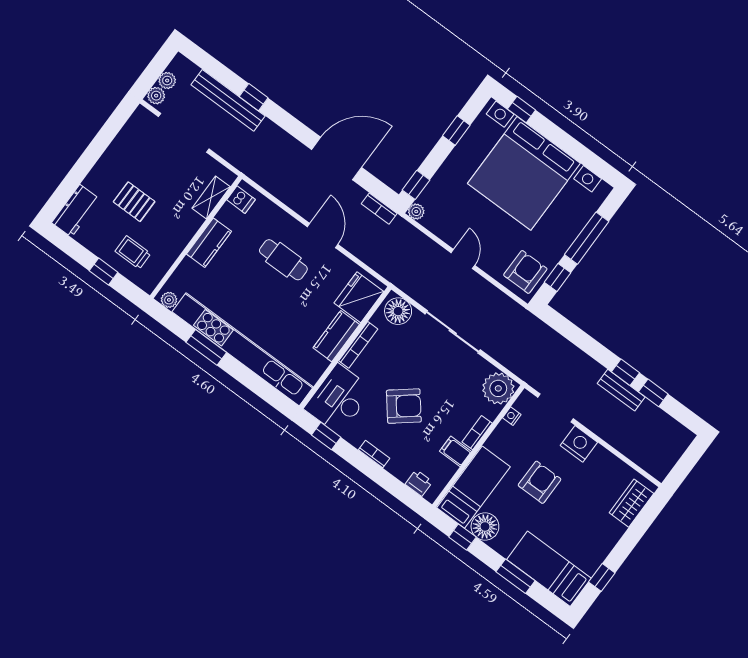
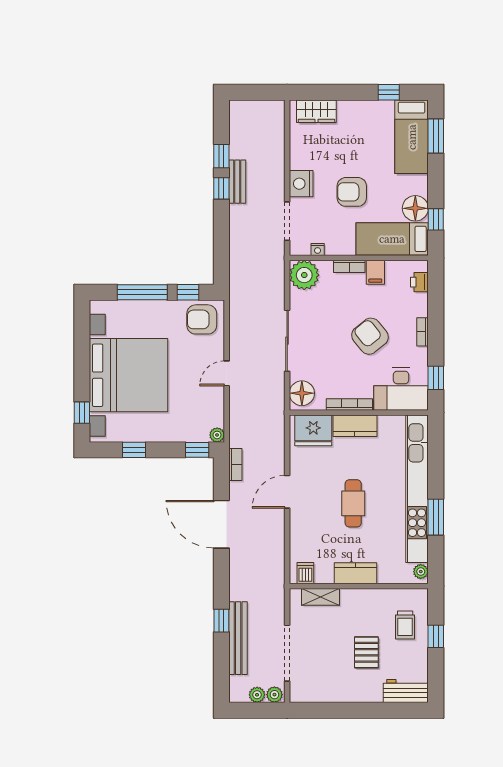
cafe table: (283, 260) -> (353, 503), moved
window: (515, 576) -> (436, 136), moved

